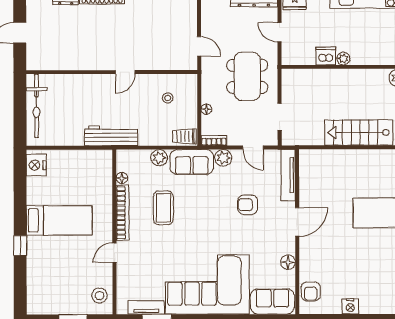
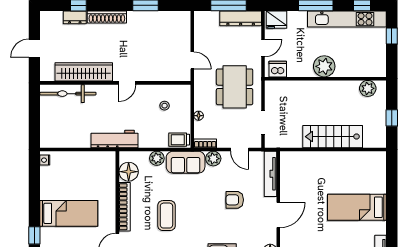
door: (279, 32) -> (263, 48), swing flipped
dishwasher: (326, 56) -> (278, 69), moved
plant: (343, 59) -> (324, 66), width x1.88, depth x1.88
wardrobe: (76, 60) -> (84, 72), added
bicycle: (37, 106) -> (68, 94), moved, turned 90
nightstand: (36, 165) -> (45, 160), width x0.53, depth x0.56
floor lamp: (122, 178) -> (129, 172), width x1.89, depth x1.89
coffee table: (163, 208) -> (166, 216), moved

